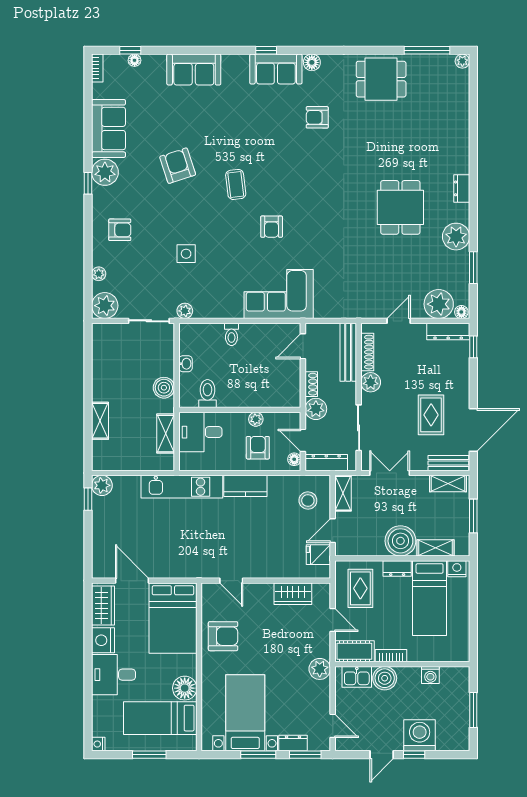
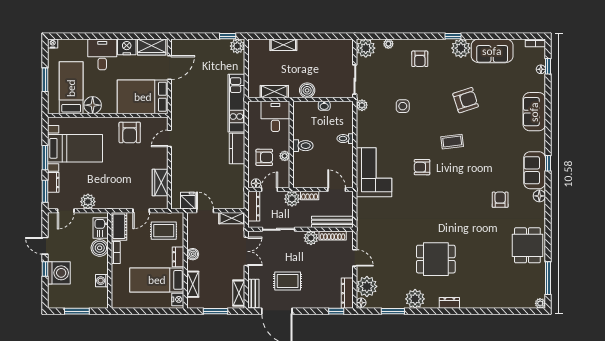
toilet: (208, 394) -> (303, 146), moved
stool: (308, 501) -> (227, 193), removed
boiler: (400, 541) -> (193, 254), width x0.54, depth x0.54
plant: (320, 669) -> (88, 202), moved

